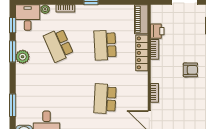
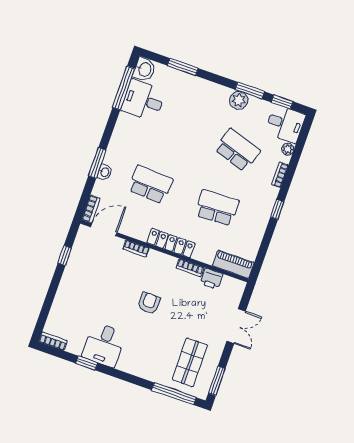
school desk: (59, 45) -> (237, 150), turned 42
locker: (142, 53) -> (171, 243), moved
armchair: (190, 70) -> (149, 303), turned 180

